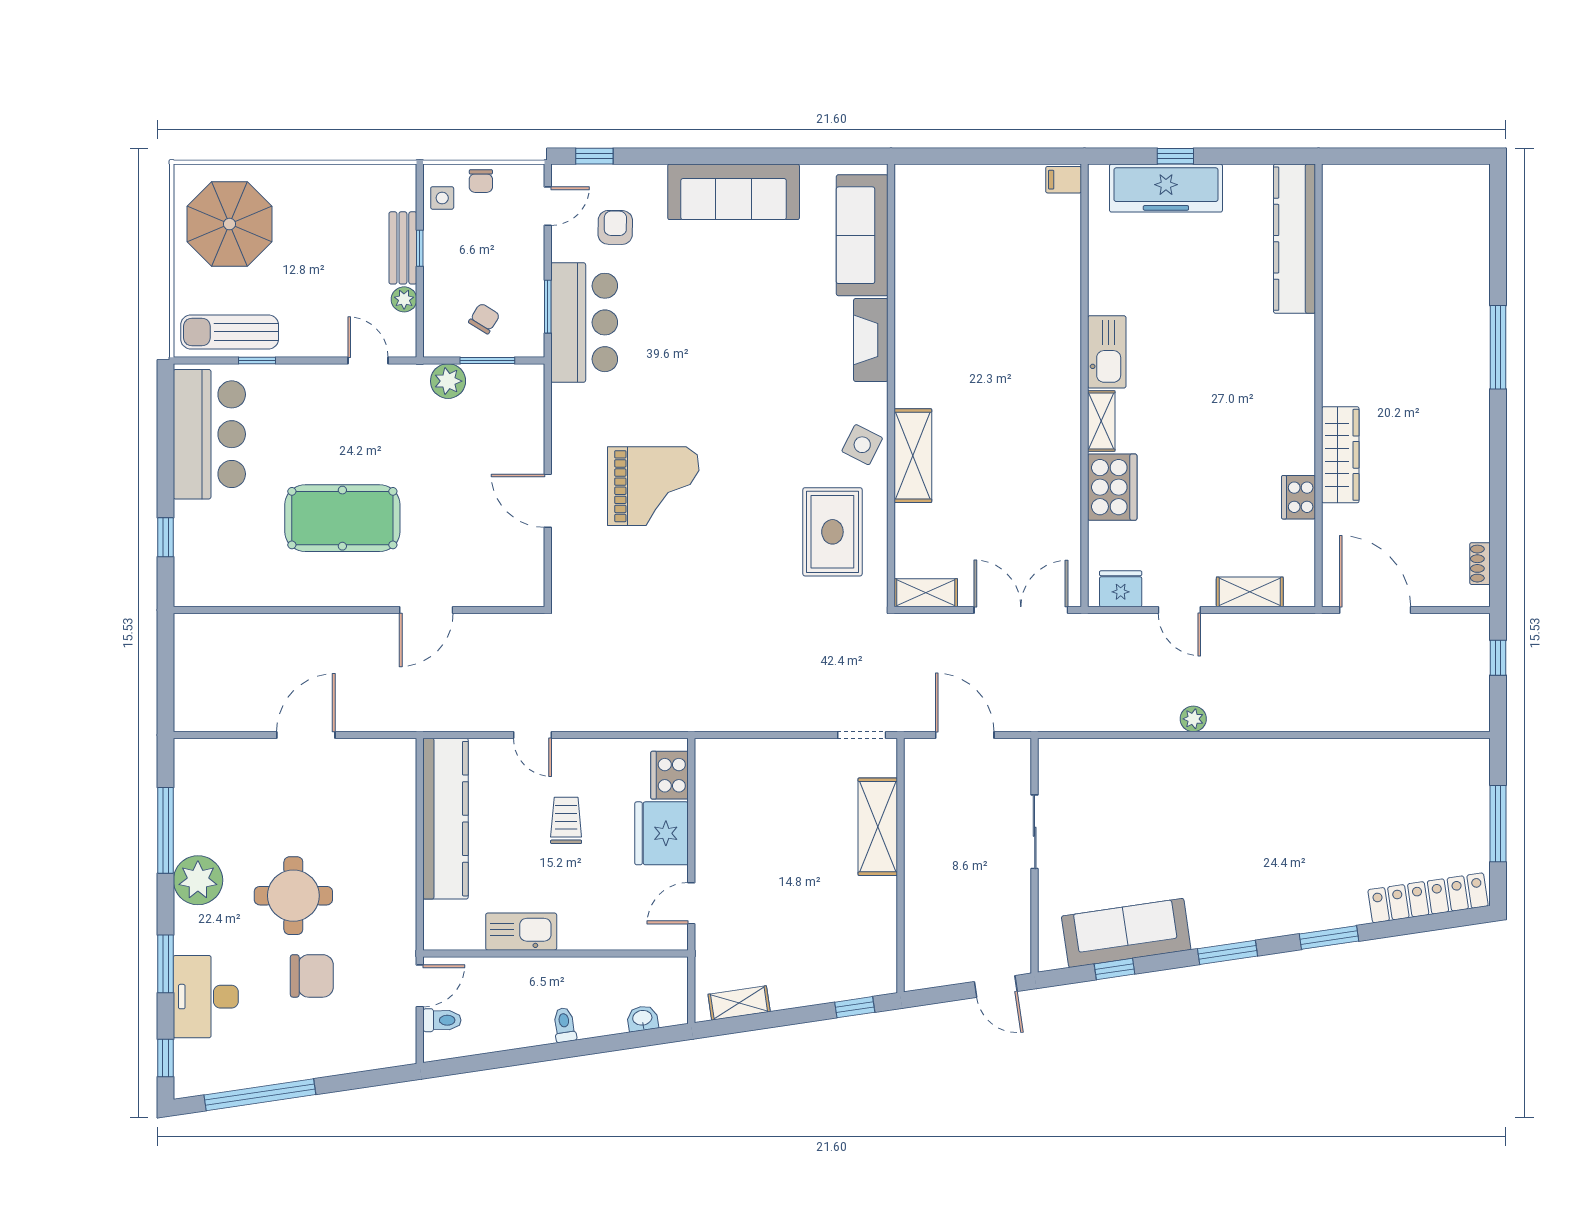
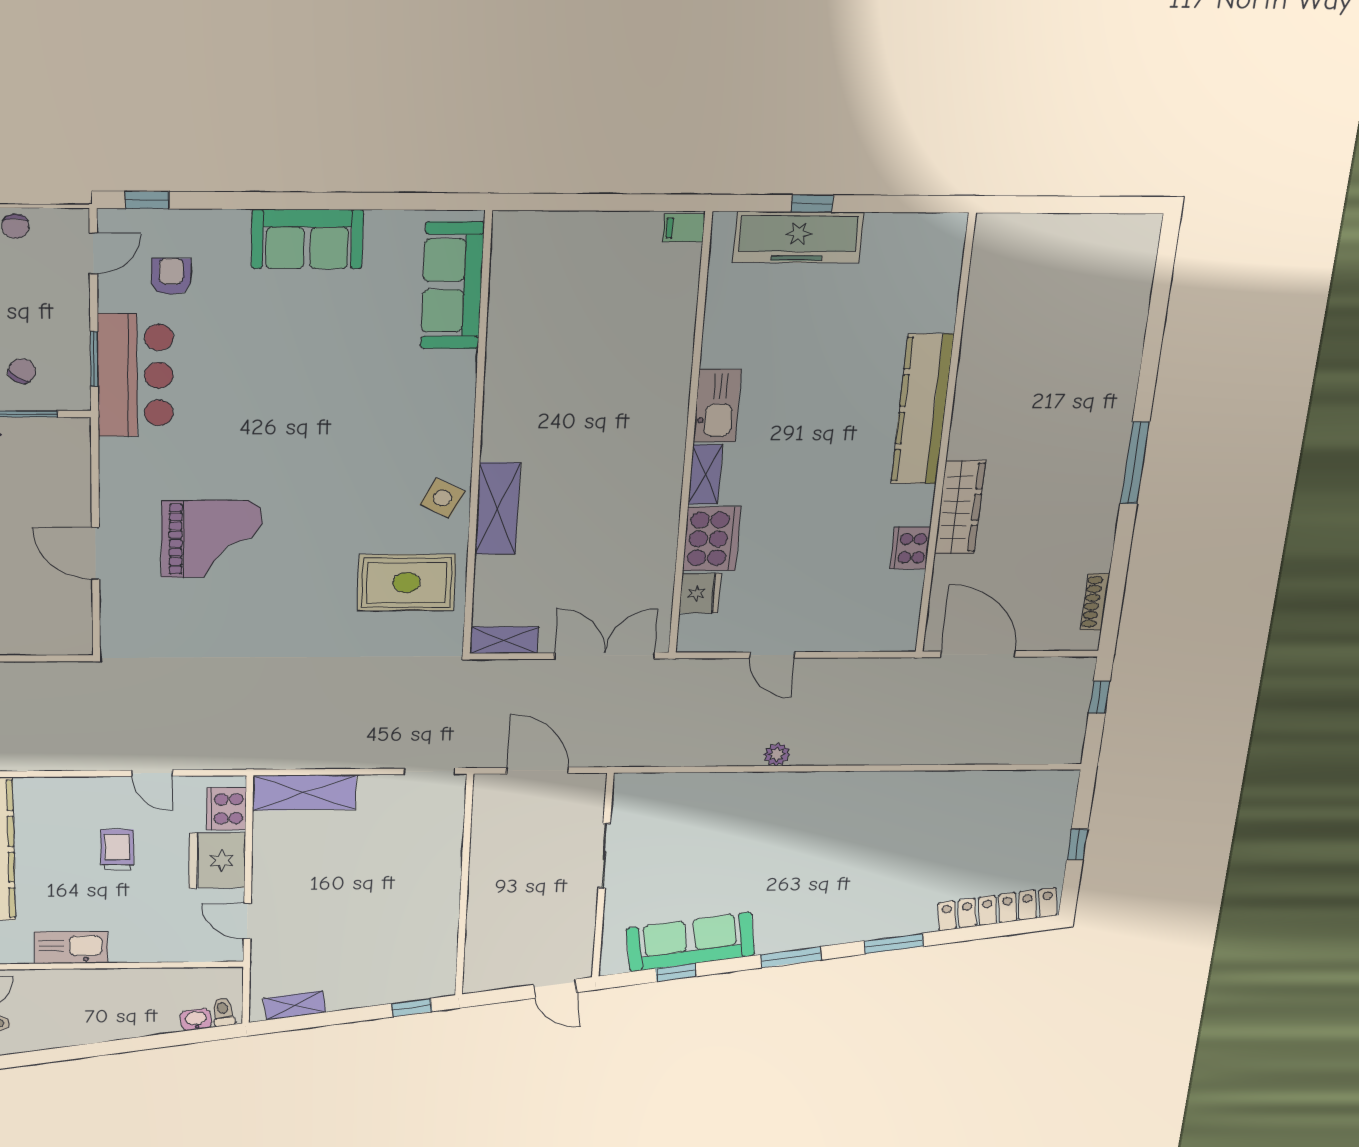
sofa: (734, 192) -> (307, 239), width x0.73
kitchen counter: (1295, 239) -> (922, 409), moved
fireplace: (871, 340) -> (457, 393), removed
window: (1498, 347) -> (1135, 463), moved
rug: (832, 532) -> (406, 583), turned 90
shoe rack: (1480, 564) -> (1095, 602), width x1.43
fridge: (1121, 589) -> (700, 593), moved, turned 90
shelving: (1250, 592) -> (848, 638), removed
door: (532, 735) -> (152, 773), moved
window: (1498, 824) -> (1077, 845), width x0.46
shelving: (878, 827) -> (304, 793), moved, turned 90
door: (691, 903) -> (247, 921), hinge flipped
toilet: (564, 1025) -> (223, 1012), moved

